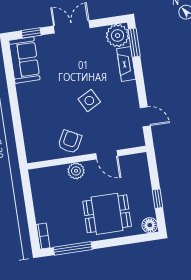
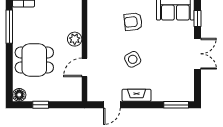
plant: (118, 36) -> (184, 92), removed
fireplace: (126, 64) -> (137, 95), moved
armchair: (70, 142) -> (133, 22), moved, turned 146
dining table: (107, 214) -> (34, 60), turned 90

